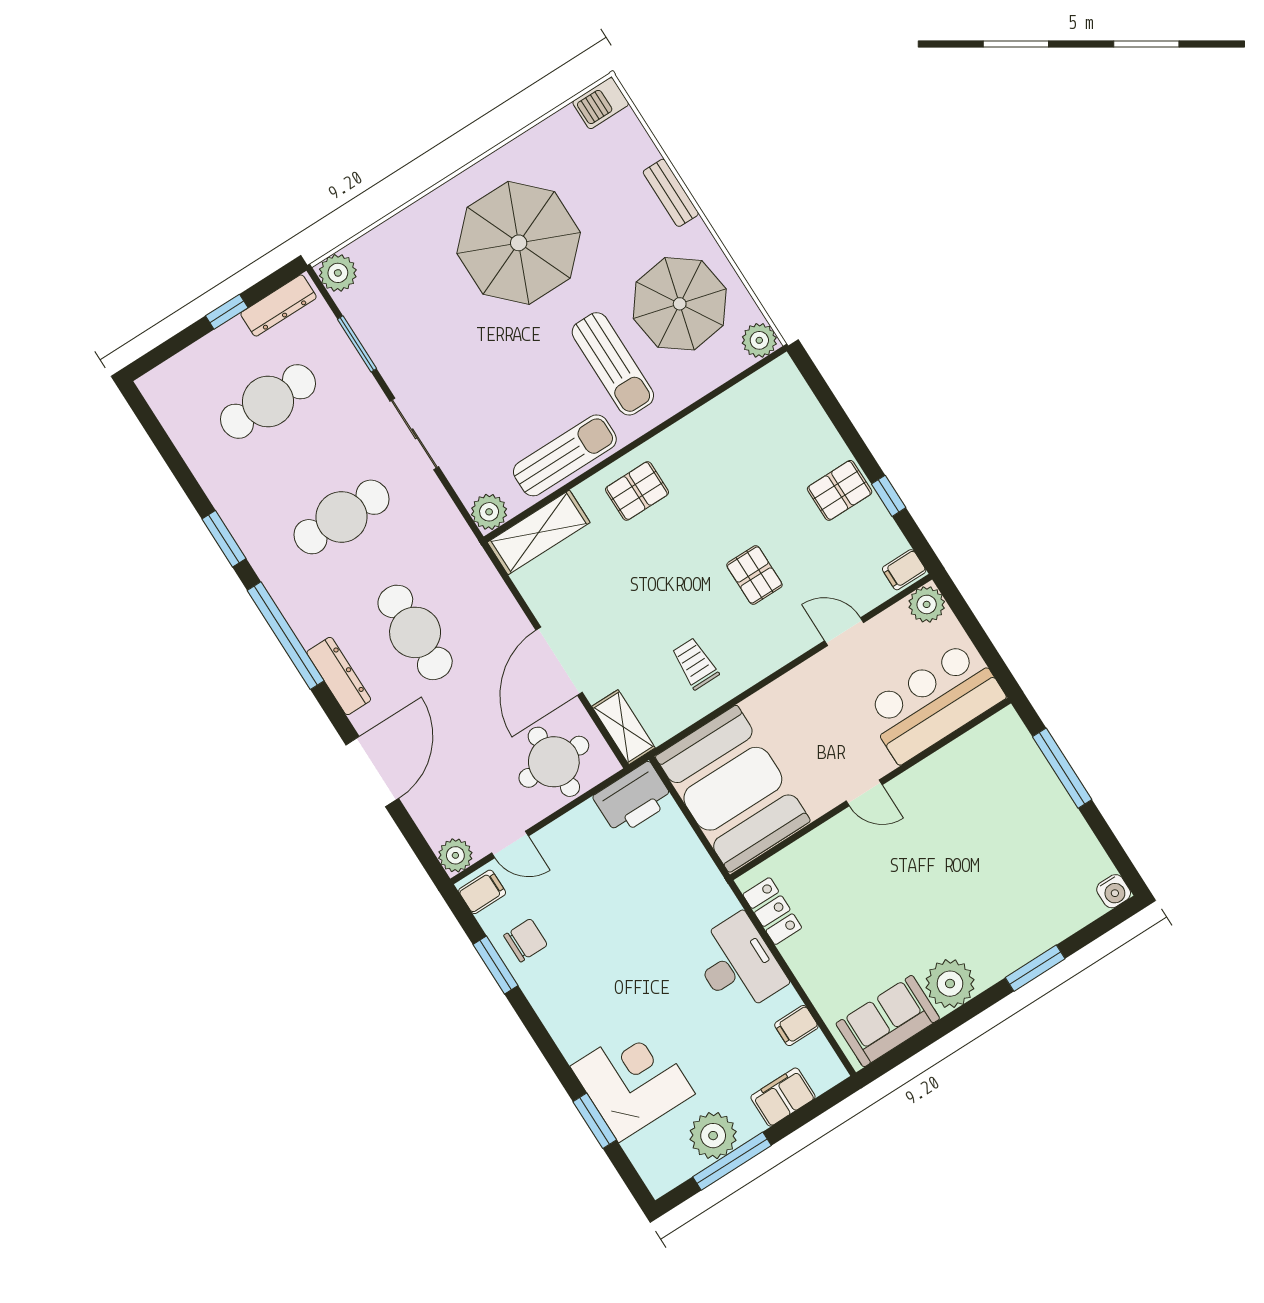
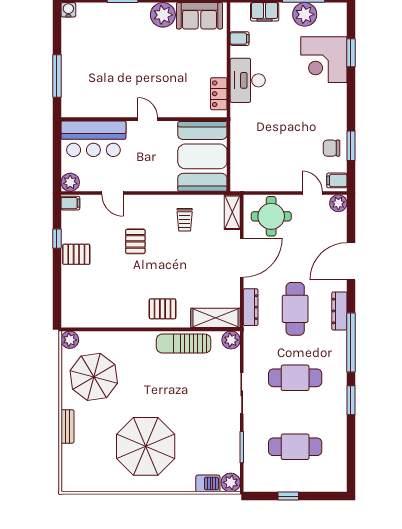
barbecue: (601, 103) -> (208, 483), moved
dresser: (279, 306) -> (251, 307), moved, turned 90
sun lounger: (613, 364) -> (138, 369), removed
printer: (633, 799) -> (247, 179), removed

